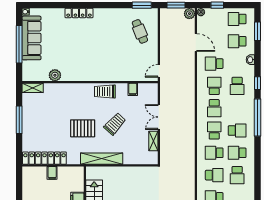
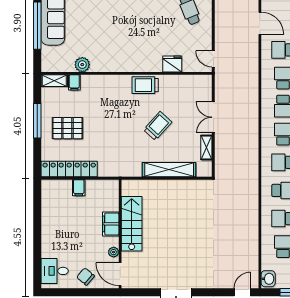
door: (159, 71) -> (213, 59), hinge flipped
fridge: (126, 75) -> (172, 64), added
filing cabinet: (133, 89) -> (74, 82), moved
pallet: (83, 128) -> (67, 128), moved
shelving: (102, 159) -> (169, 170), moved

